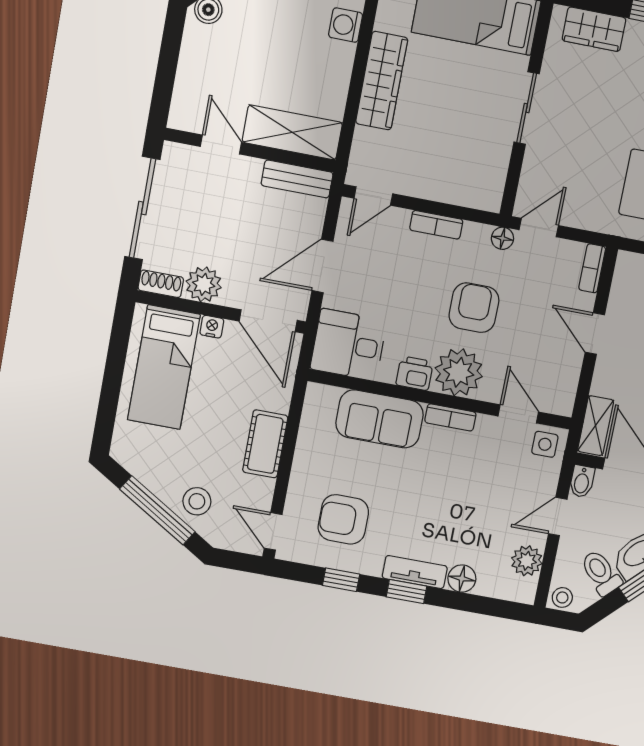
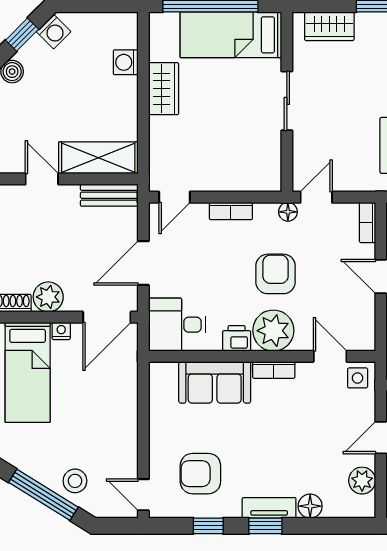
wardrobe: (382, 81) -> (164, 89), width x0.67
door: (268, 321) -> (107, 317), hinge flipped
cot: (265, 444) -> (123, 421), removed

